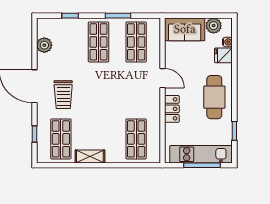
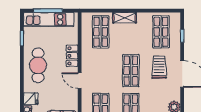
shop shelf: (98, 90) -> (131, 71), added
shelving: (90, 156) -> (125, 18), moved

